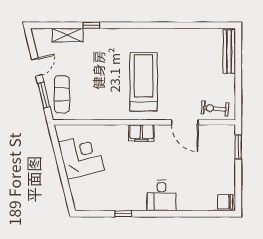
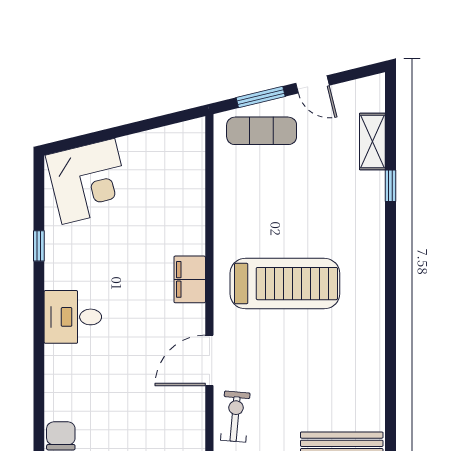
corner desk: (81, 156) -> (88, 181), moved

